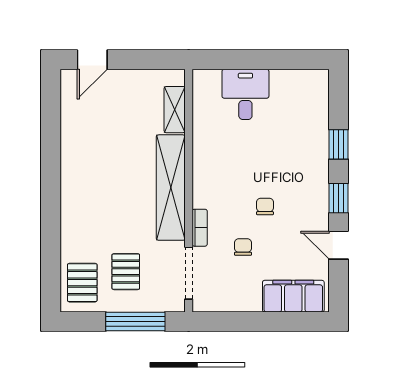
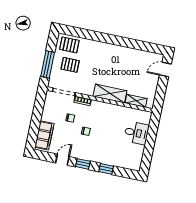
door: (92, 60) -> (165, 70), hinge flipped
shelving: (171, 188) -> (110, 94), width x0.68

